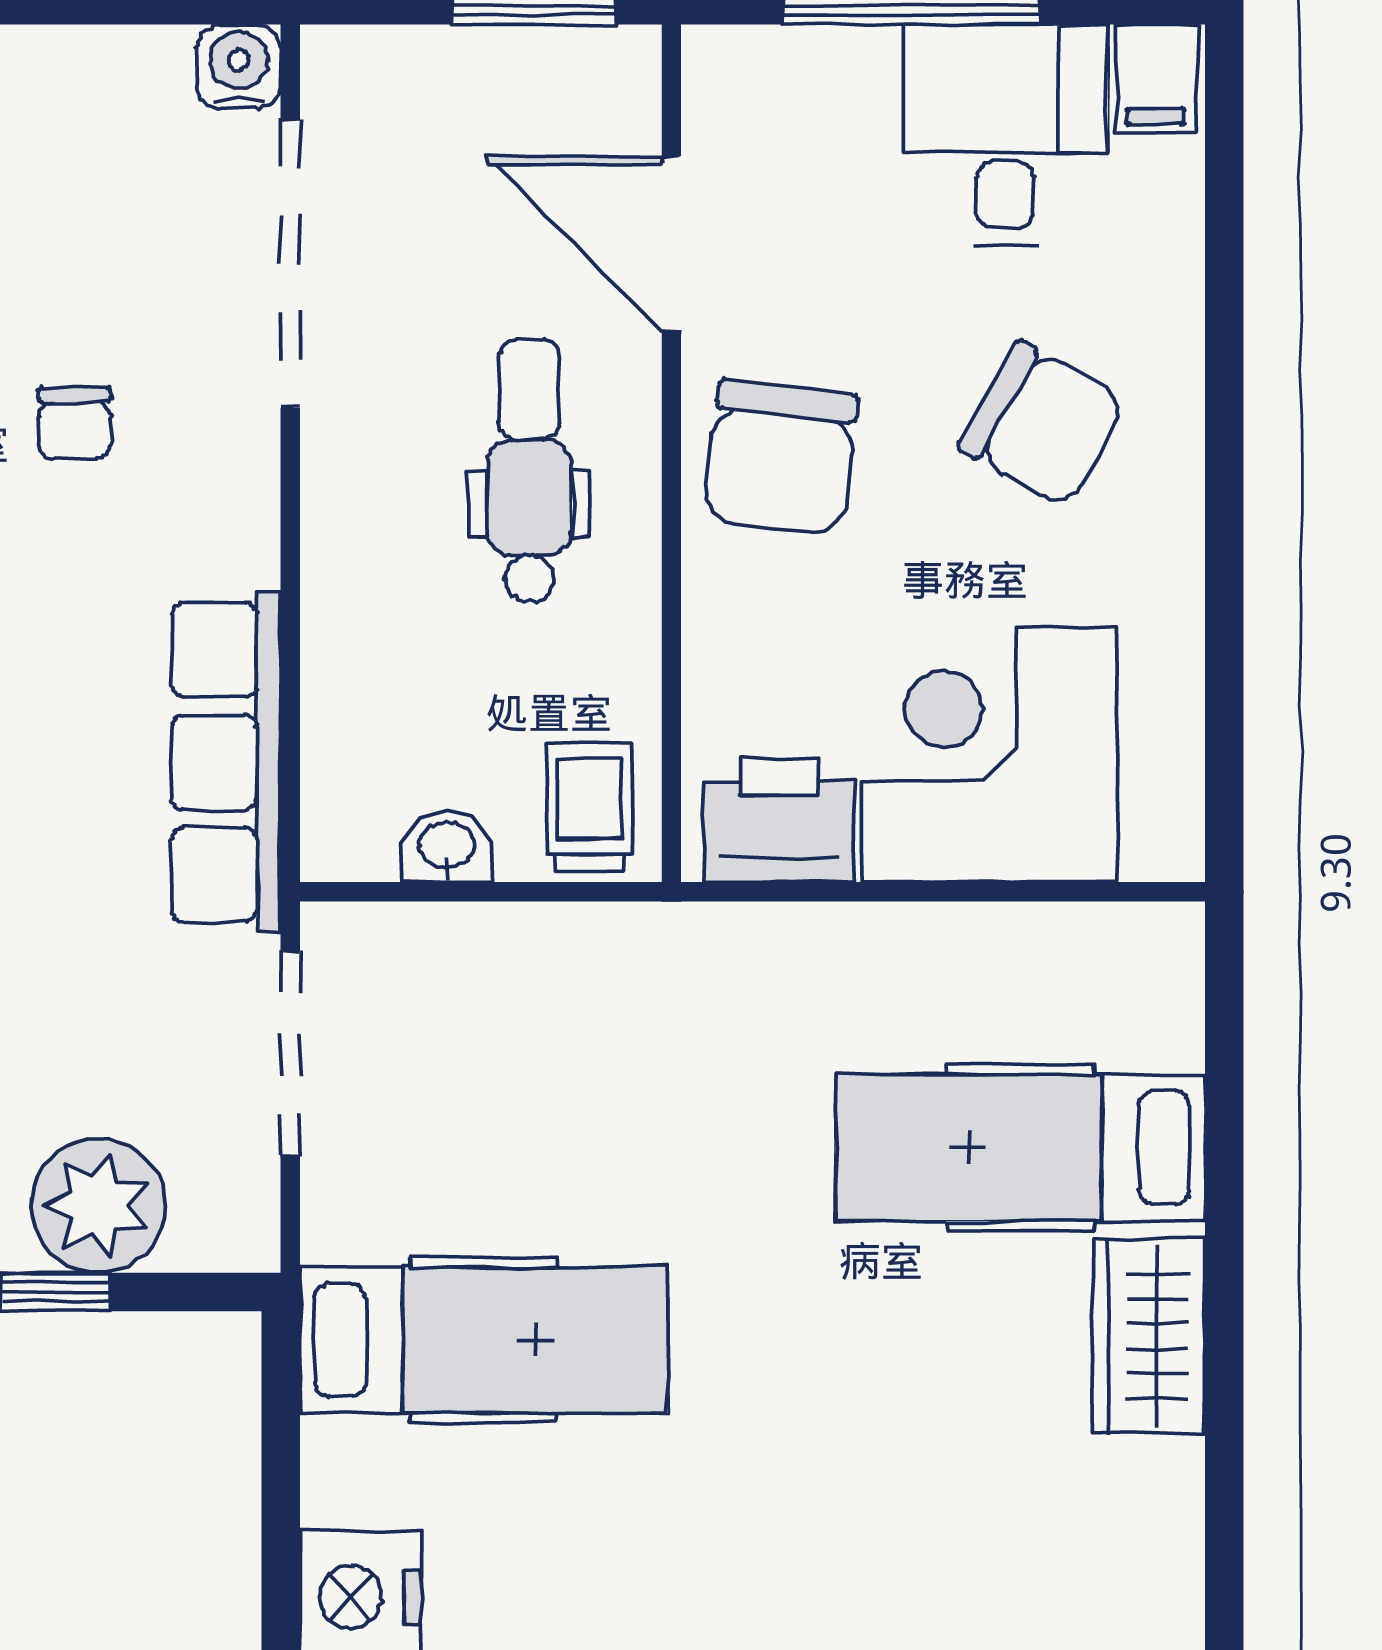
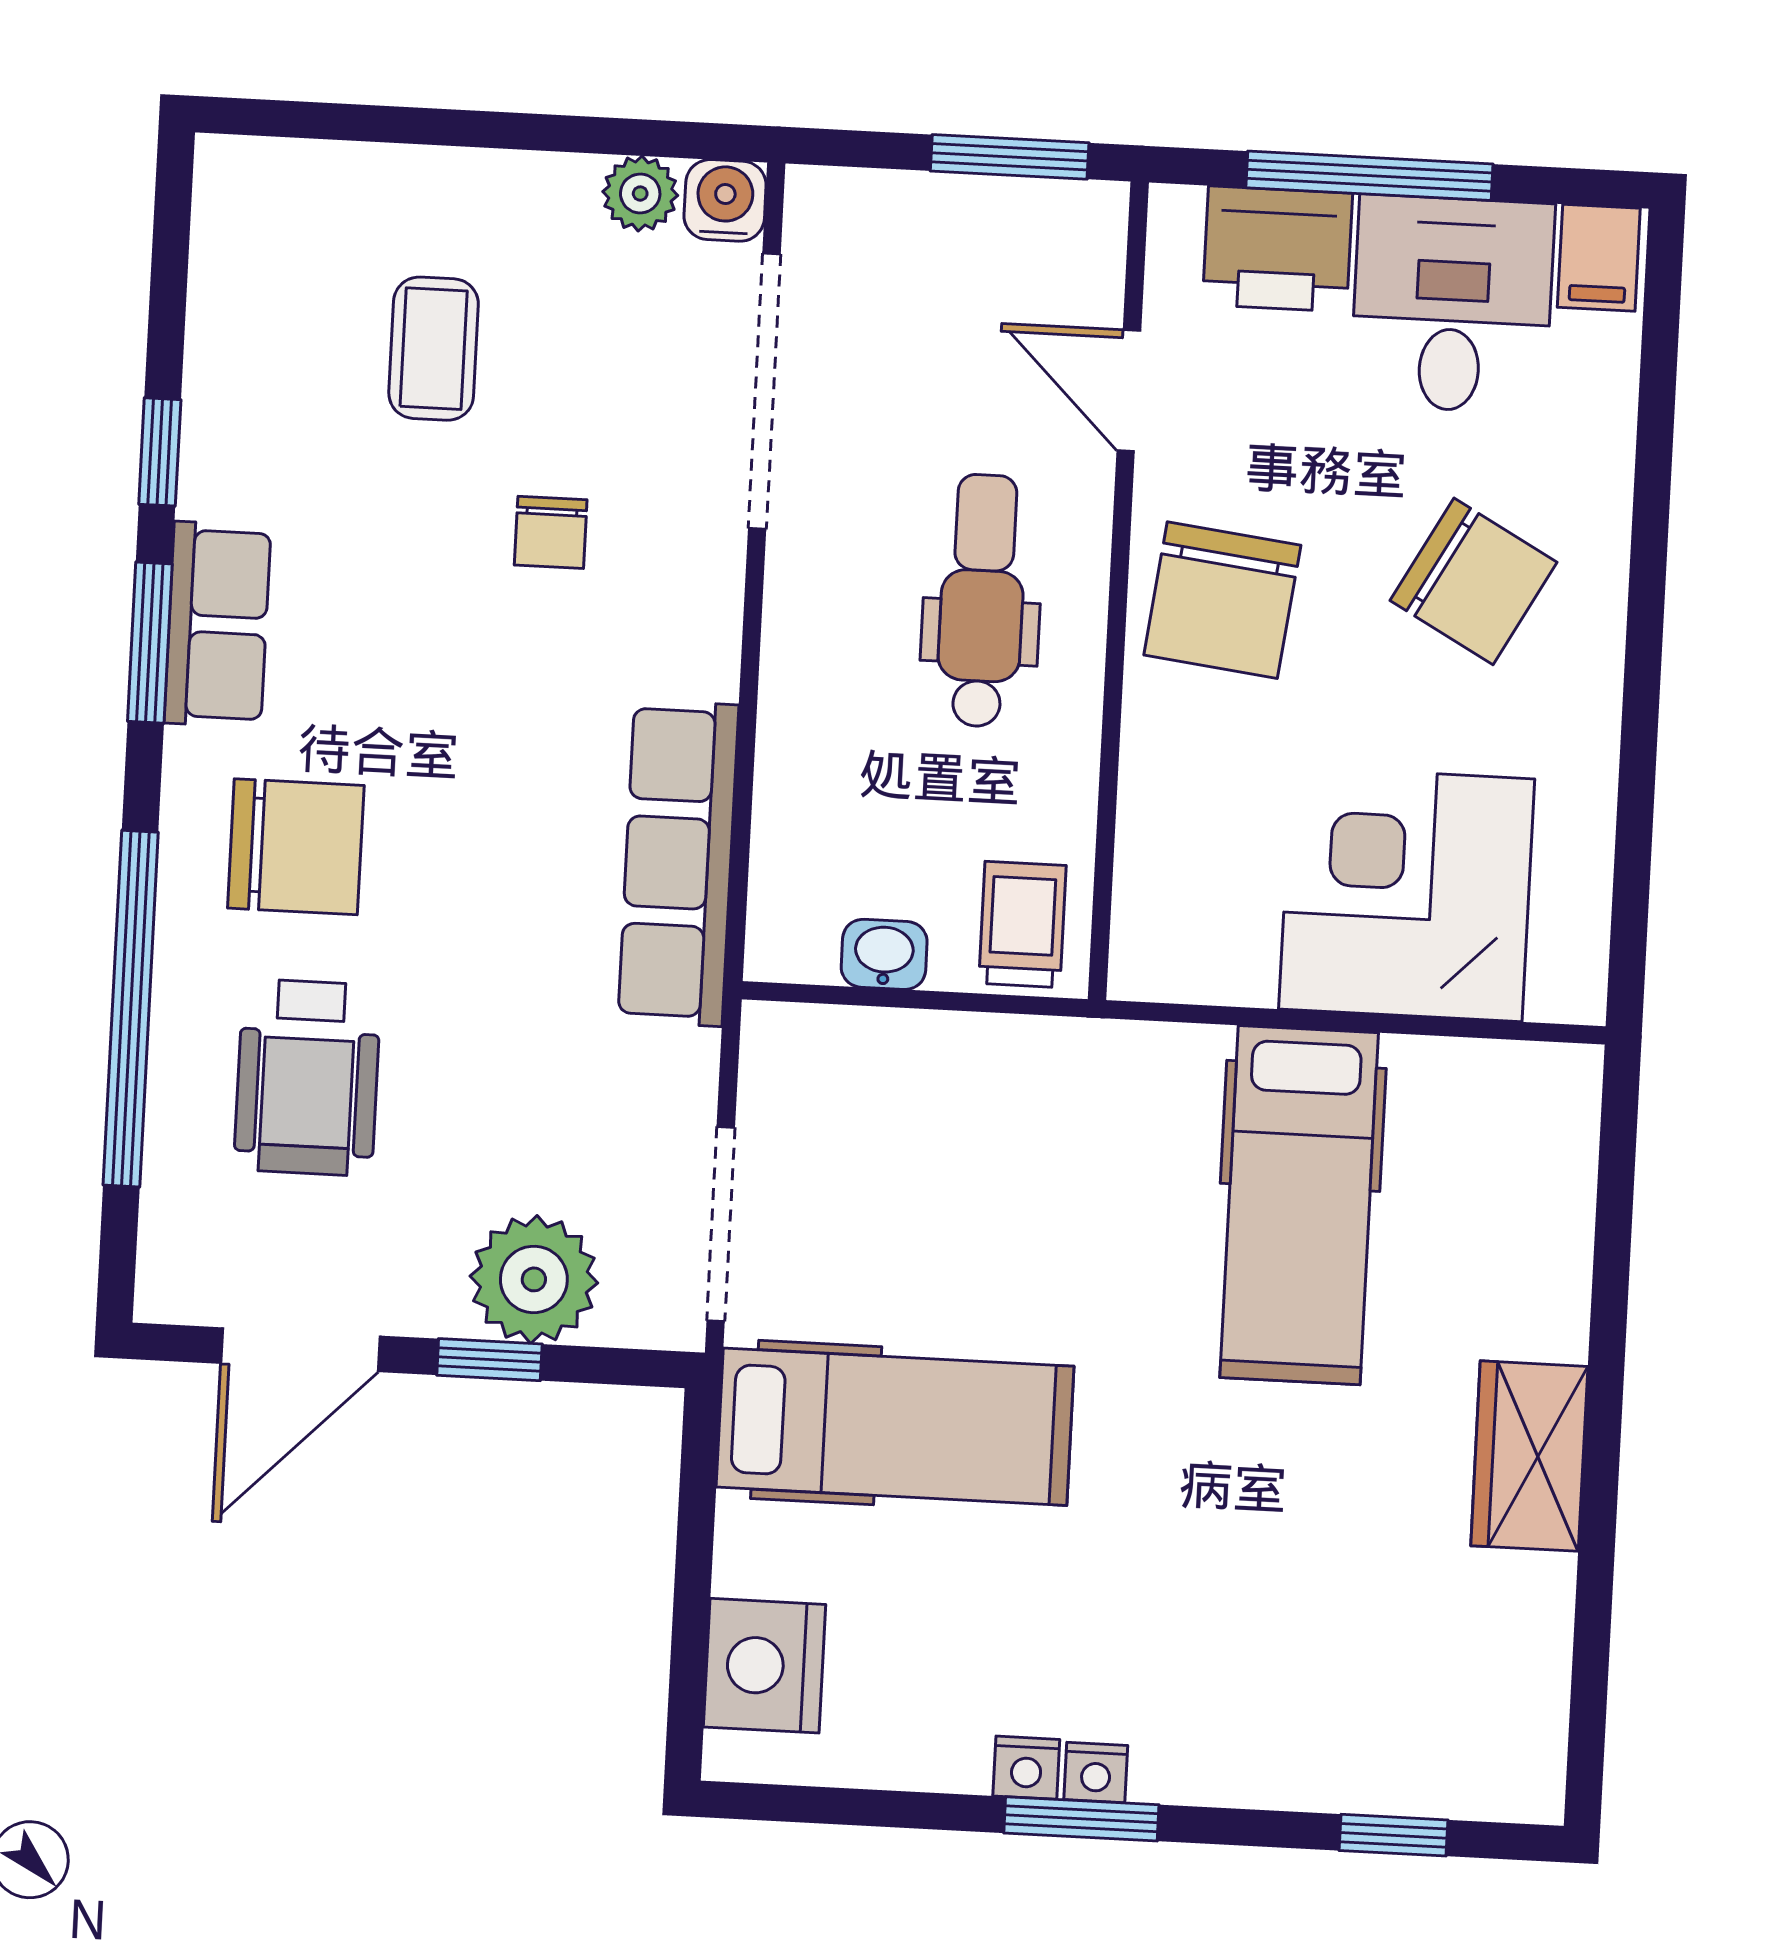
plant: (150, 64) -> (640, 194), added
door: (671, 243) -> (1129, 391), width x0.73
printer: (779, 820) -> (1277, 249), moved, turned 180
doorway: (290, 1053) -> (721, 1224), moved
hospital bed: (1020, 1148) -> (1299, 1205), moved, turned -90

